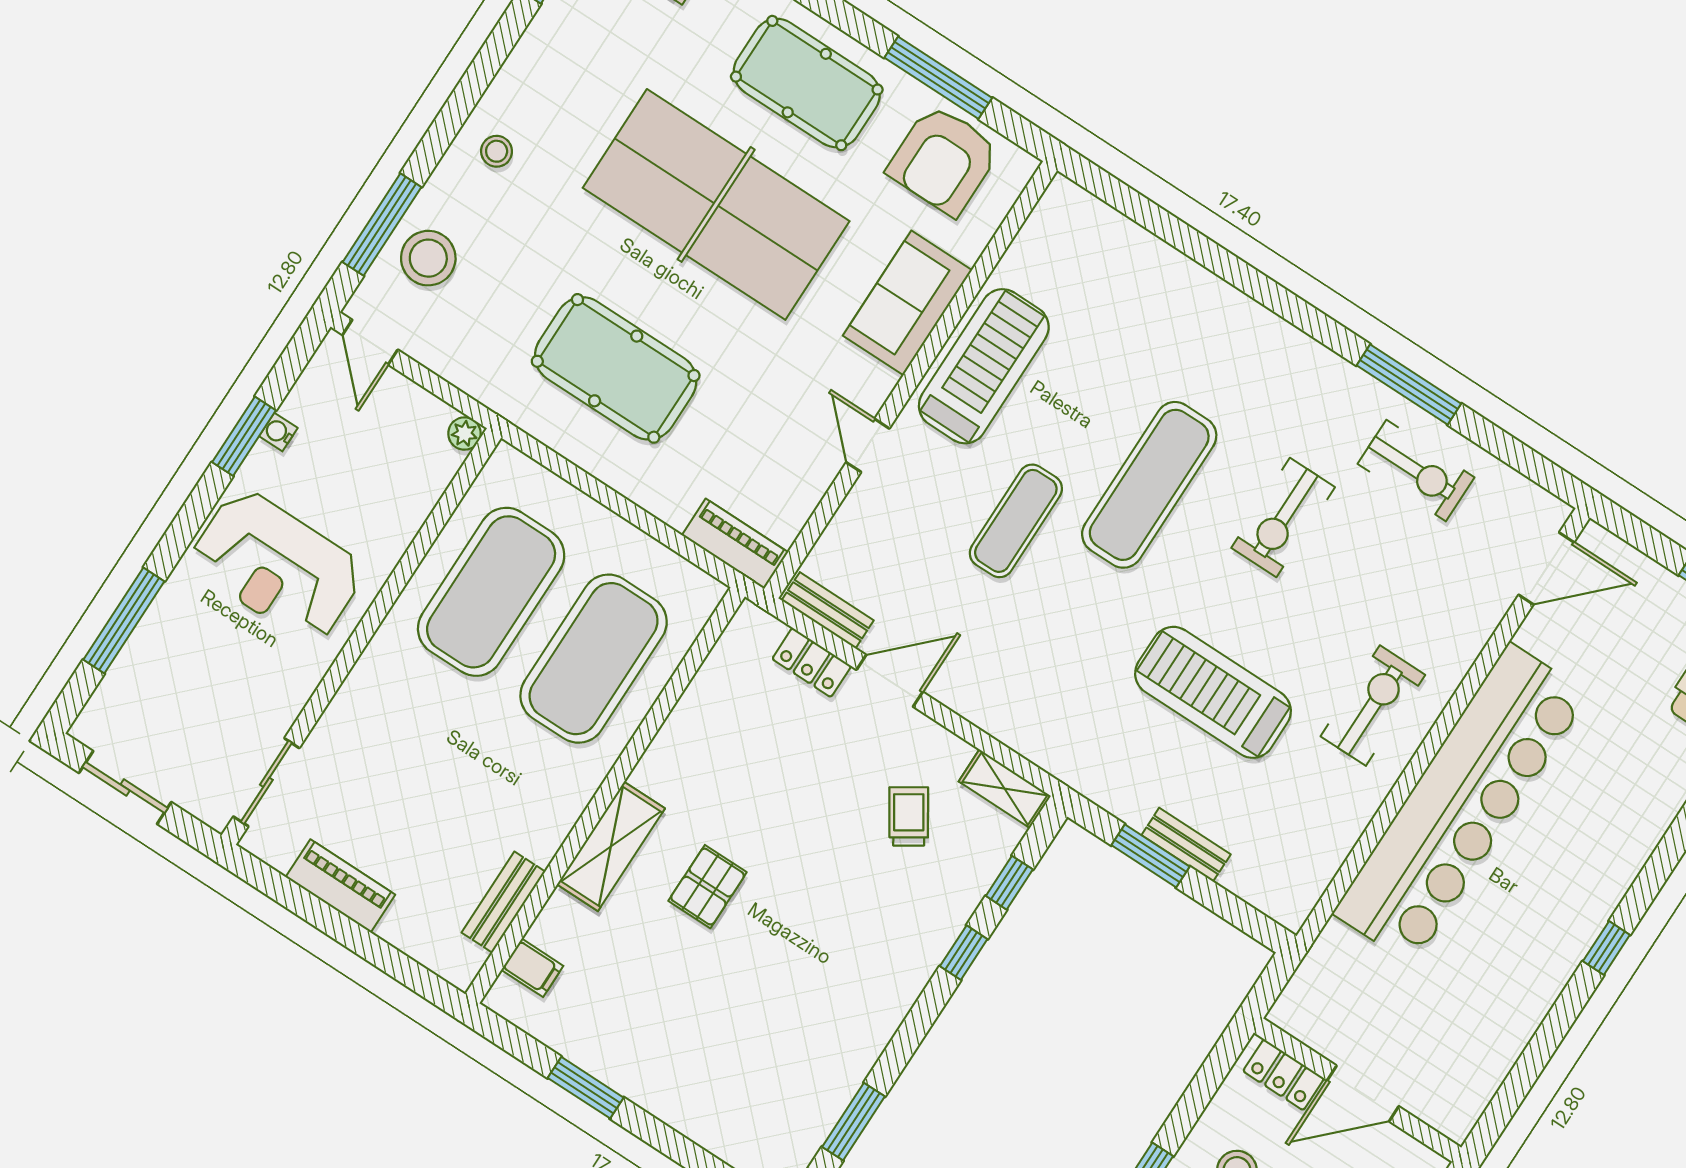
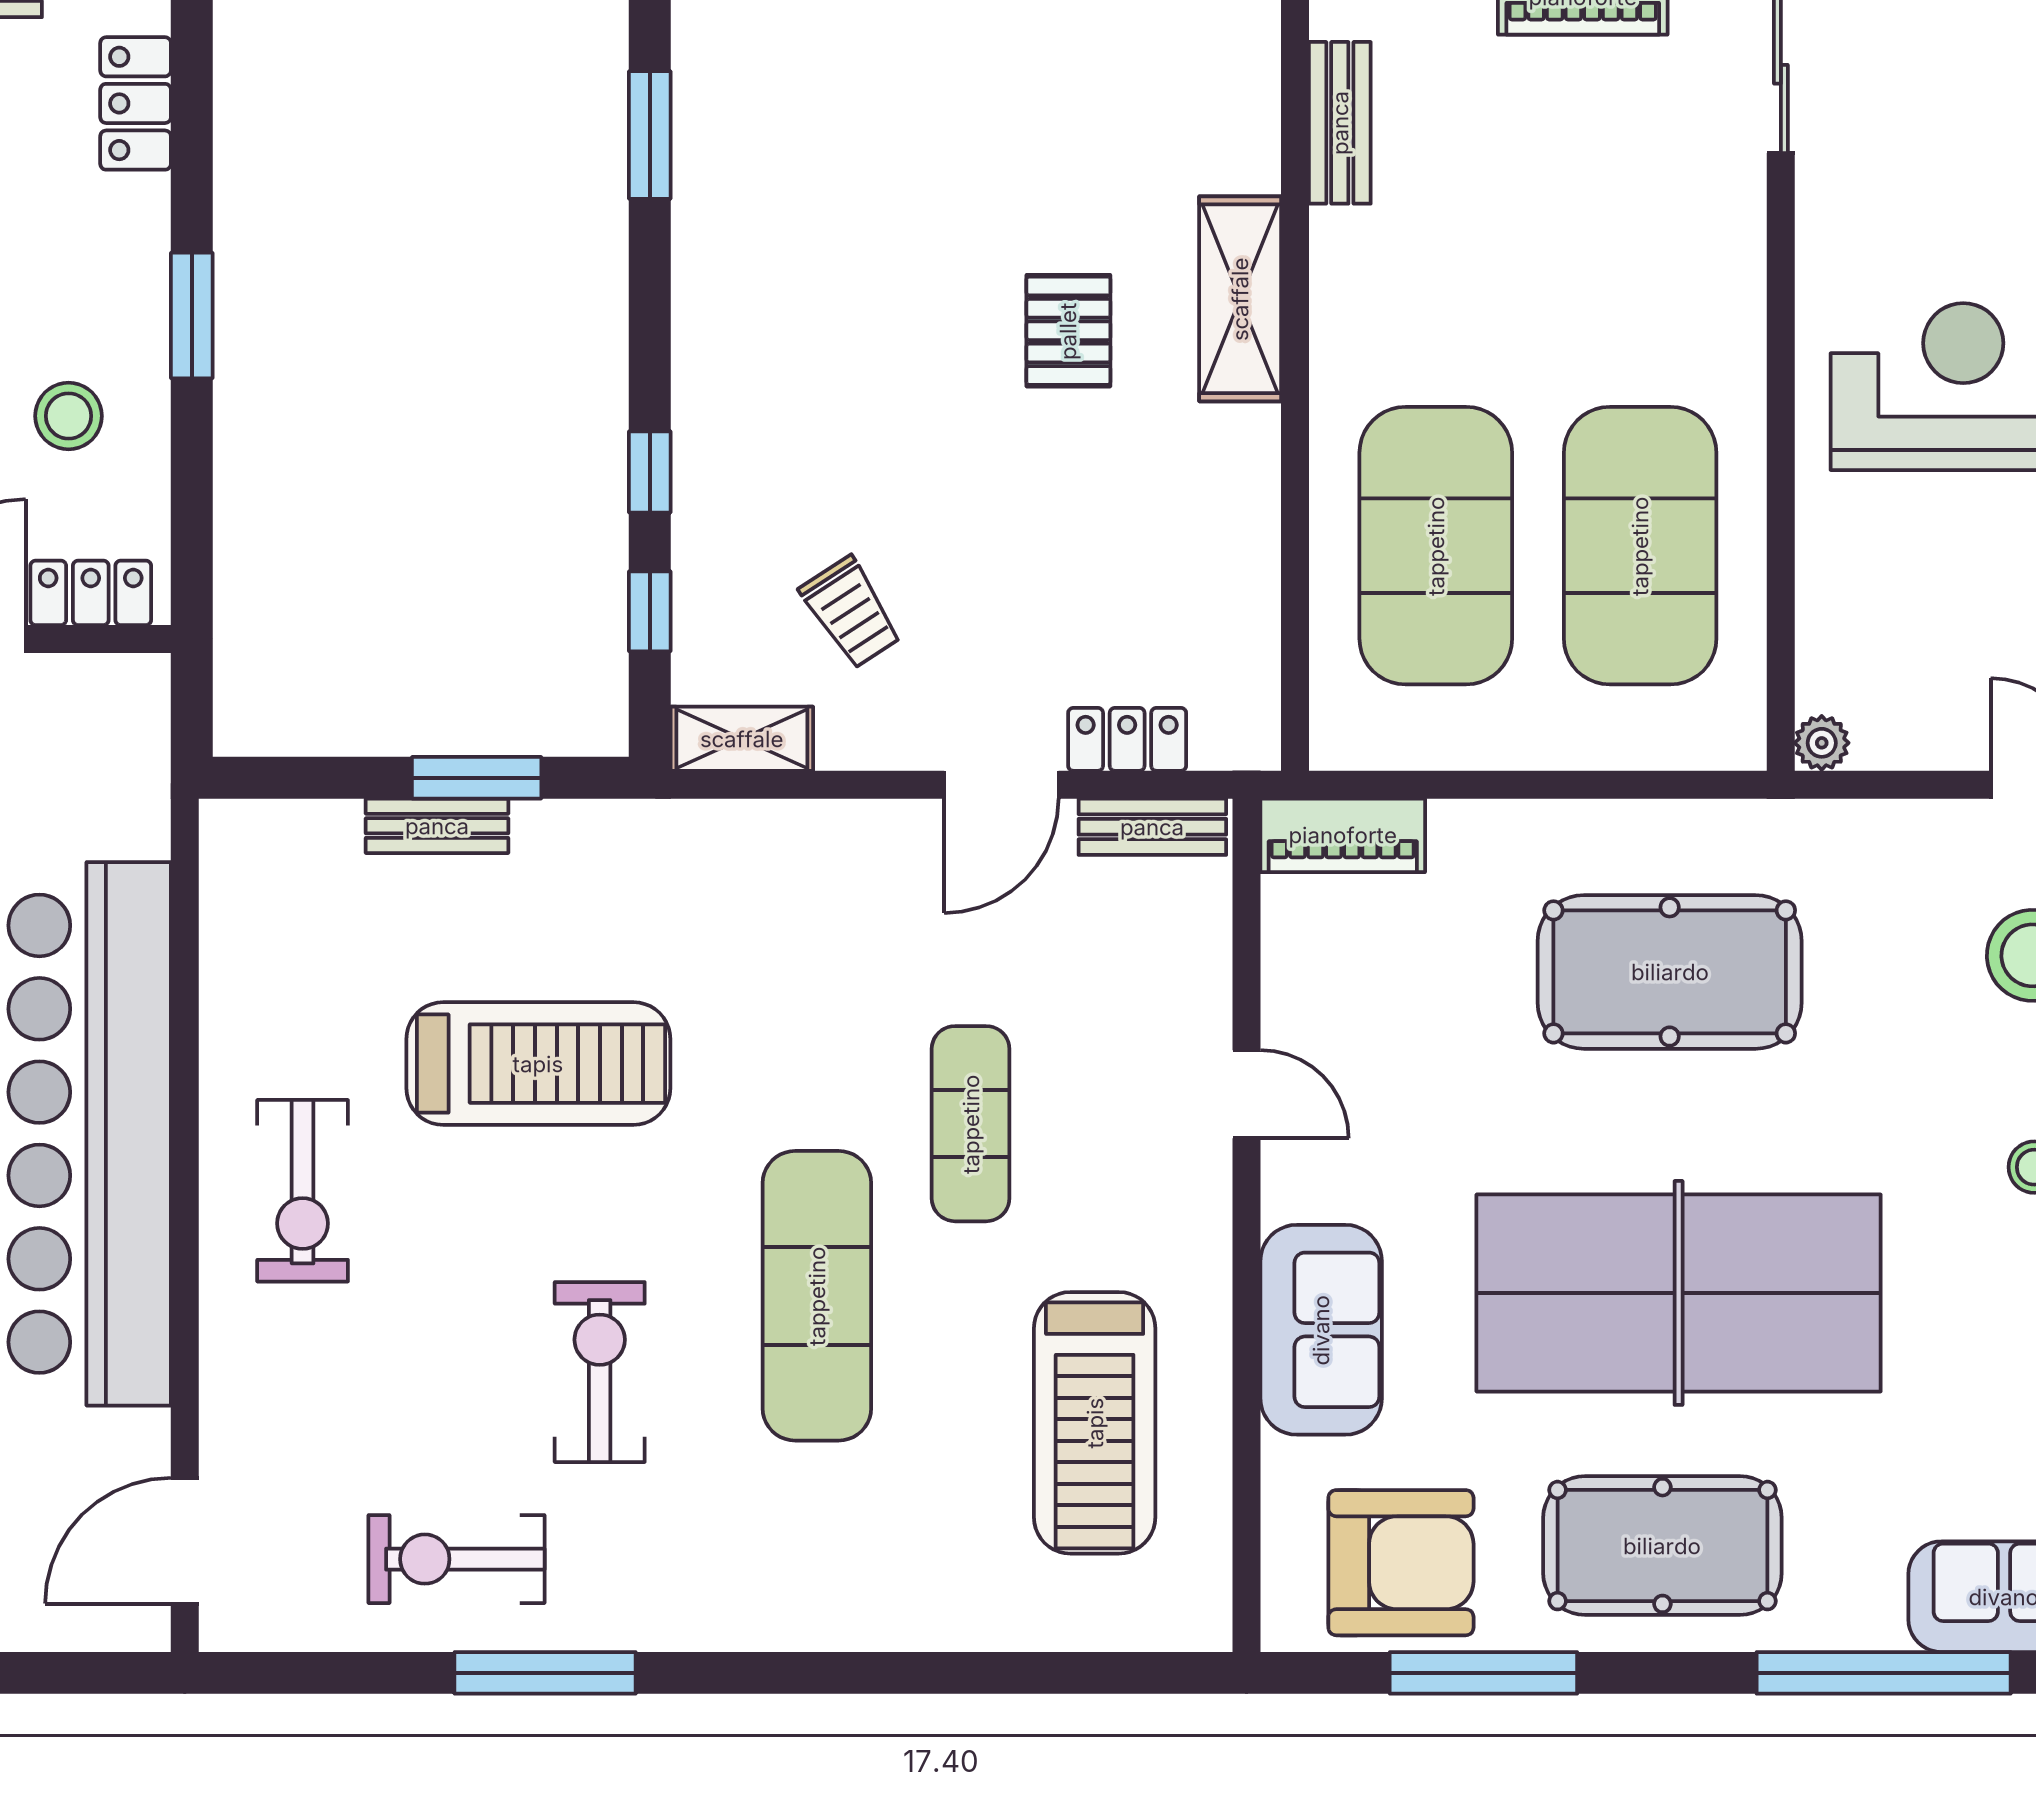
armchair: (944, 160) -> (1401, 1563), turned 90
treadmill: (984, 366) -> (1095, 1423), moved
filing cabinet: (532, 968) -> (1239, 57), removed

